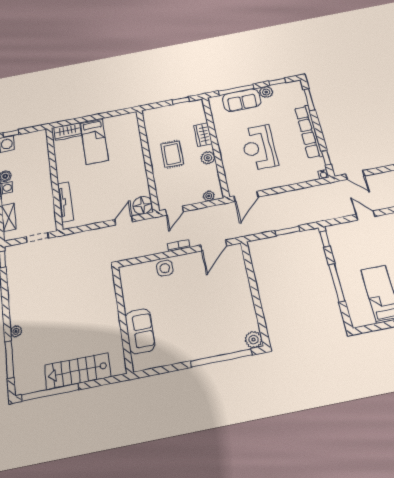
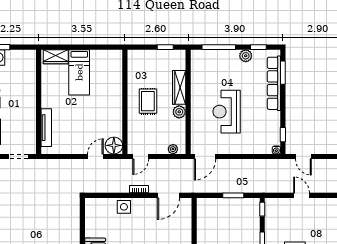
sofa: (242, 100) -> (221, 59), removed
row of seats: (308, 131) -> (274, 83), moved
wardrobe: (203, 135) -> (179, 87), width x1.50

